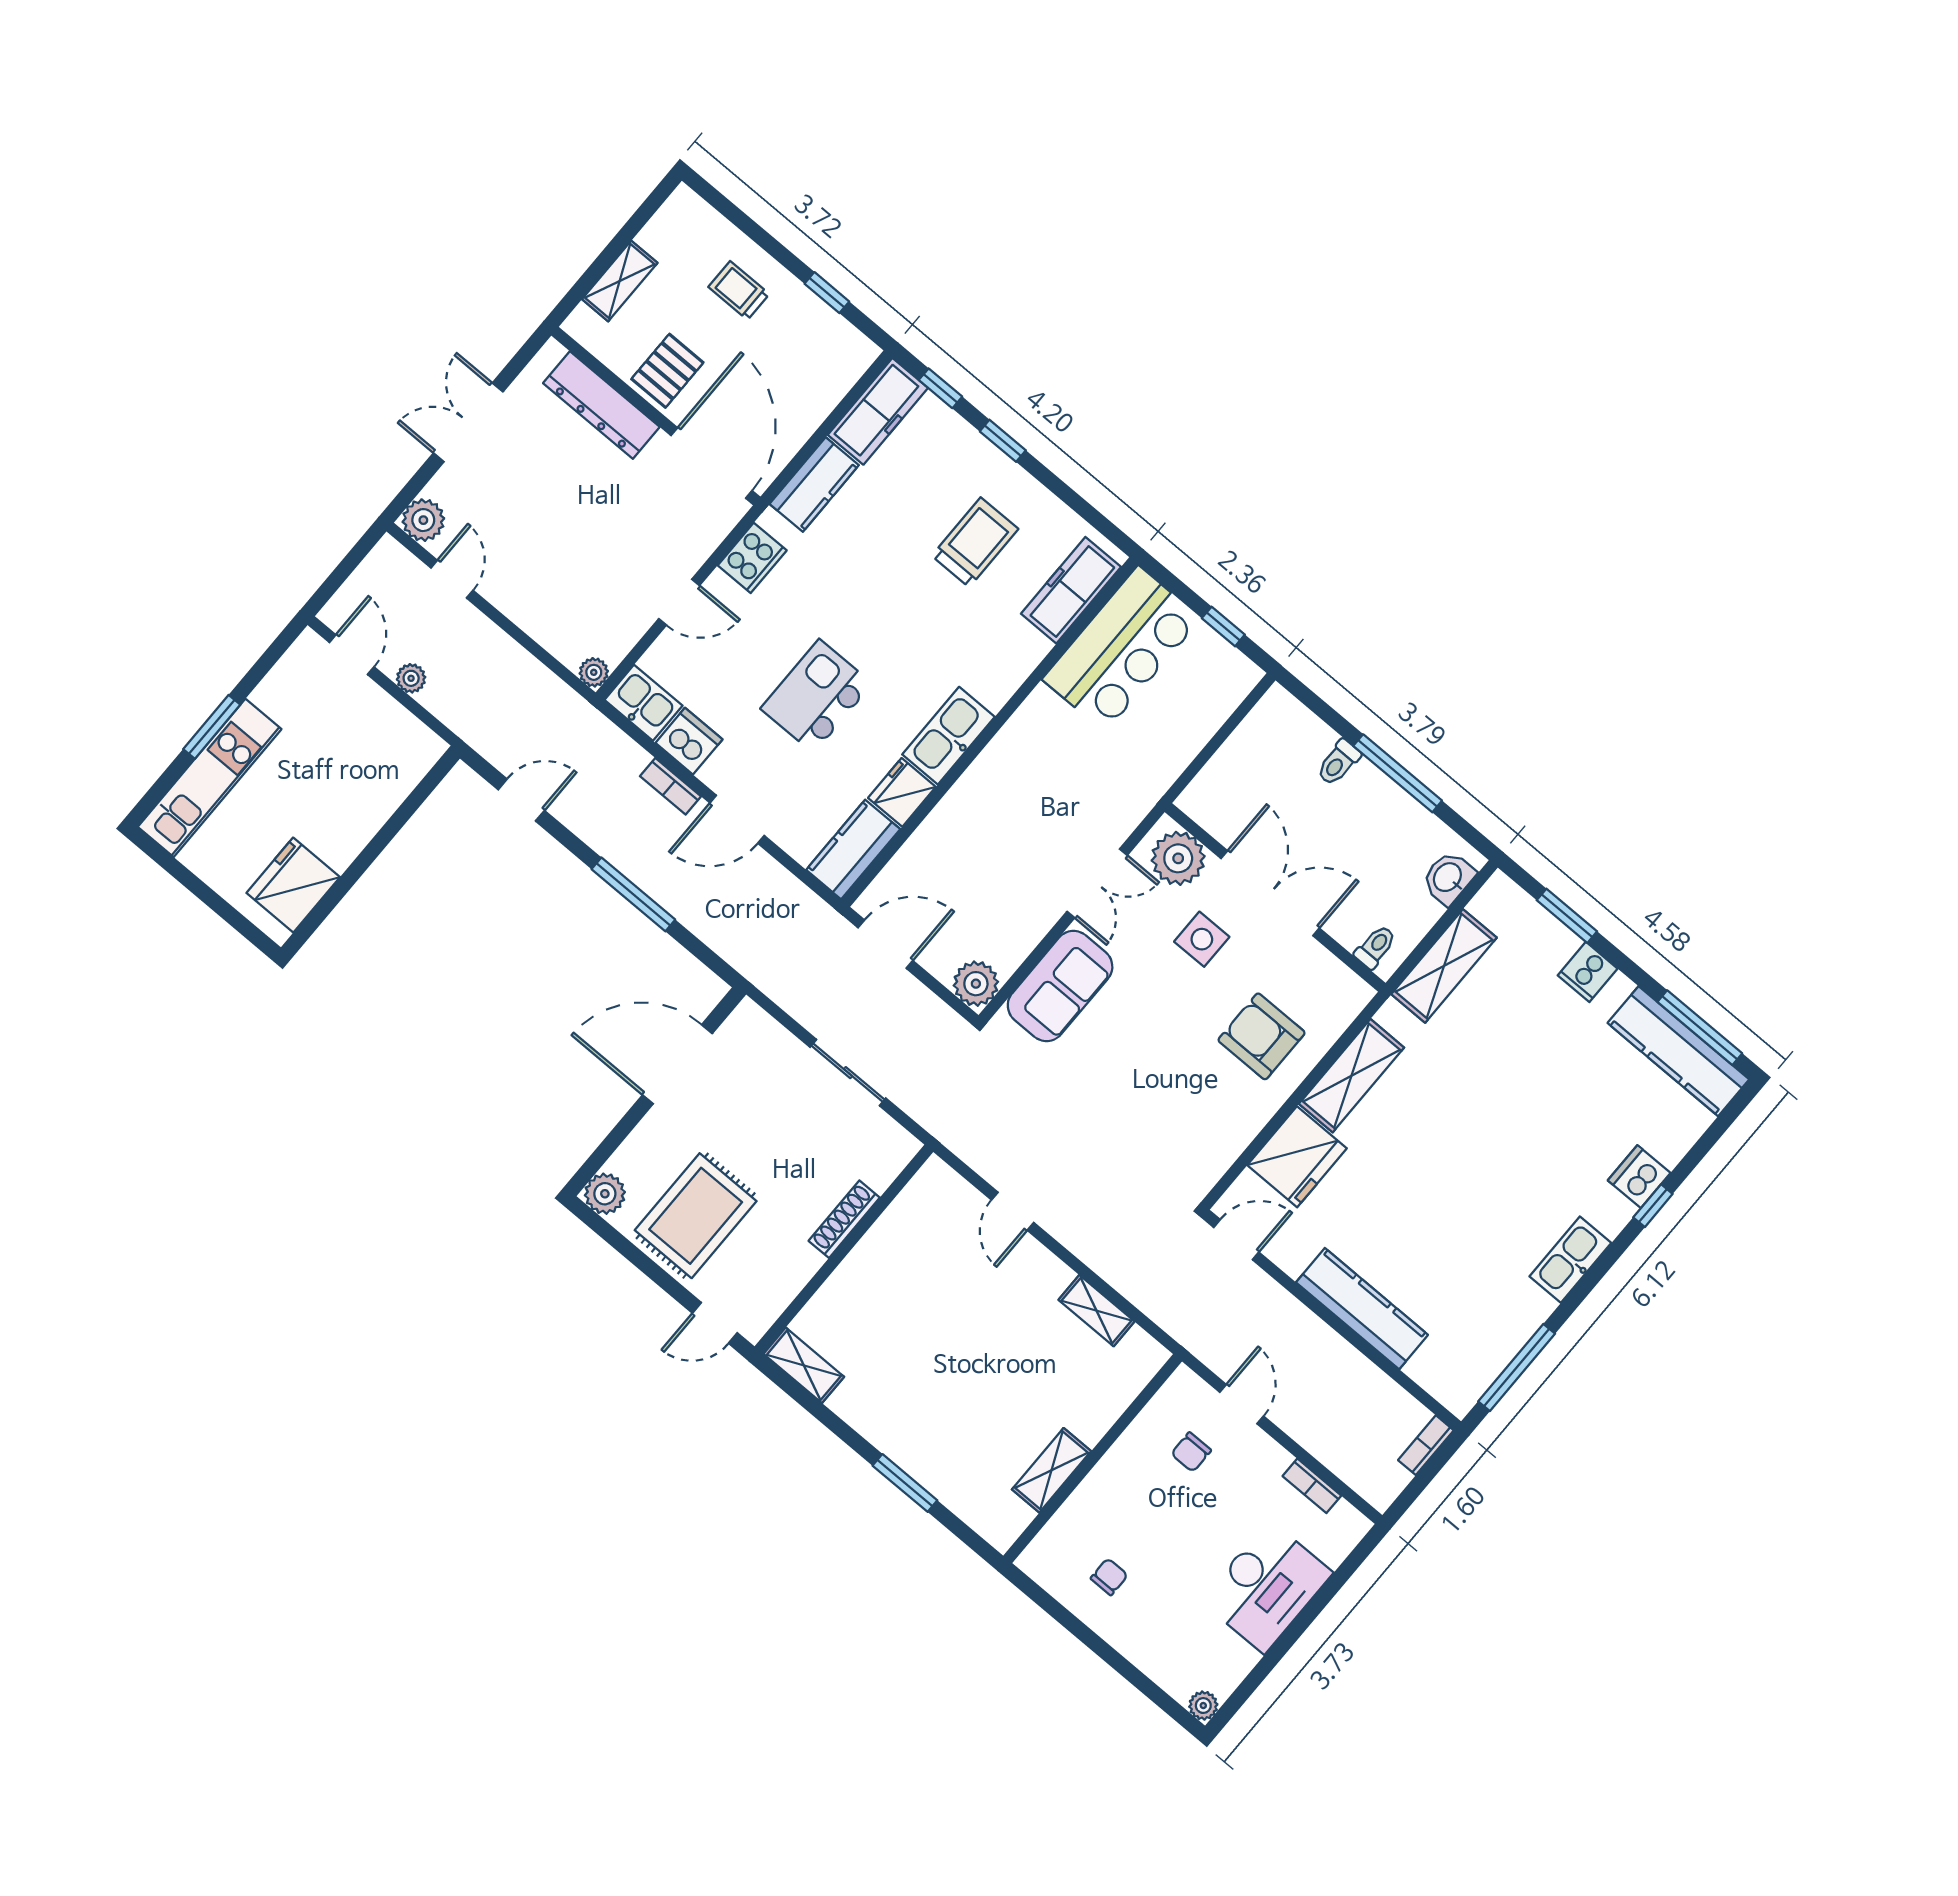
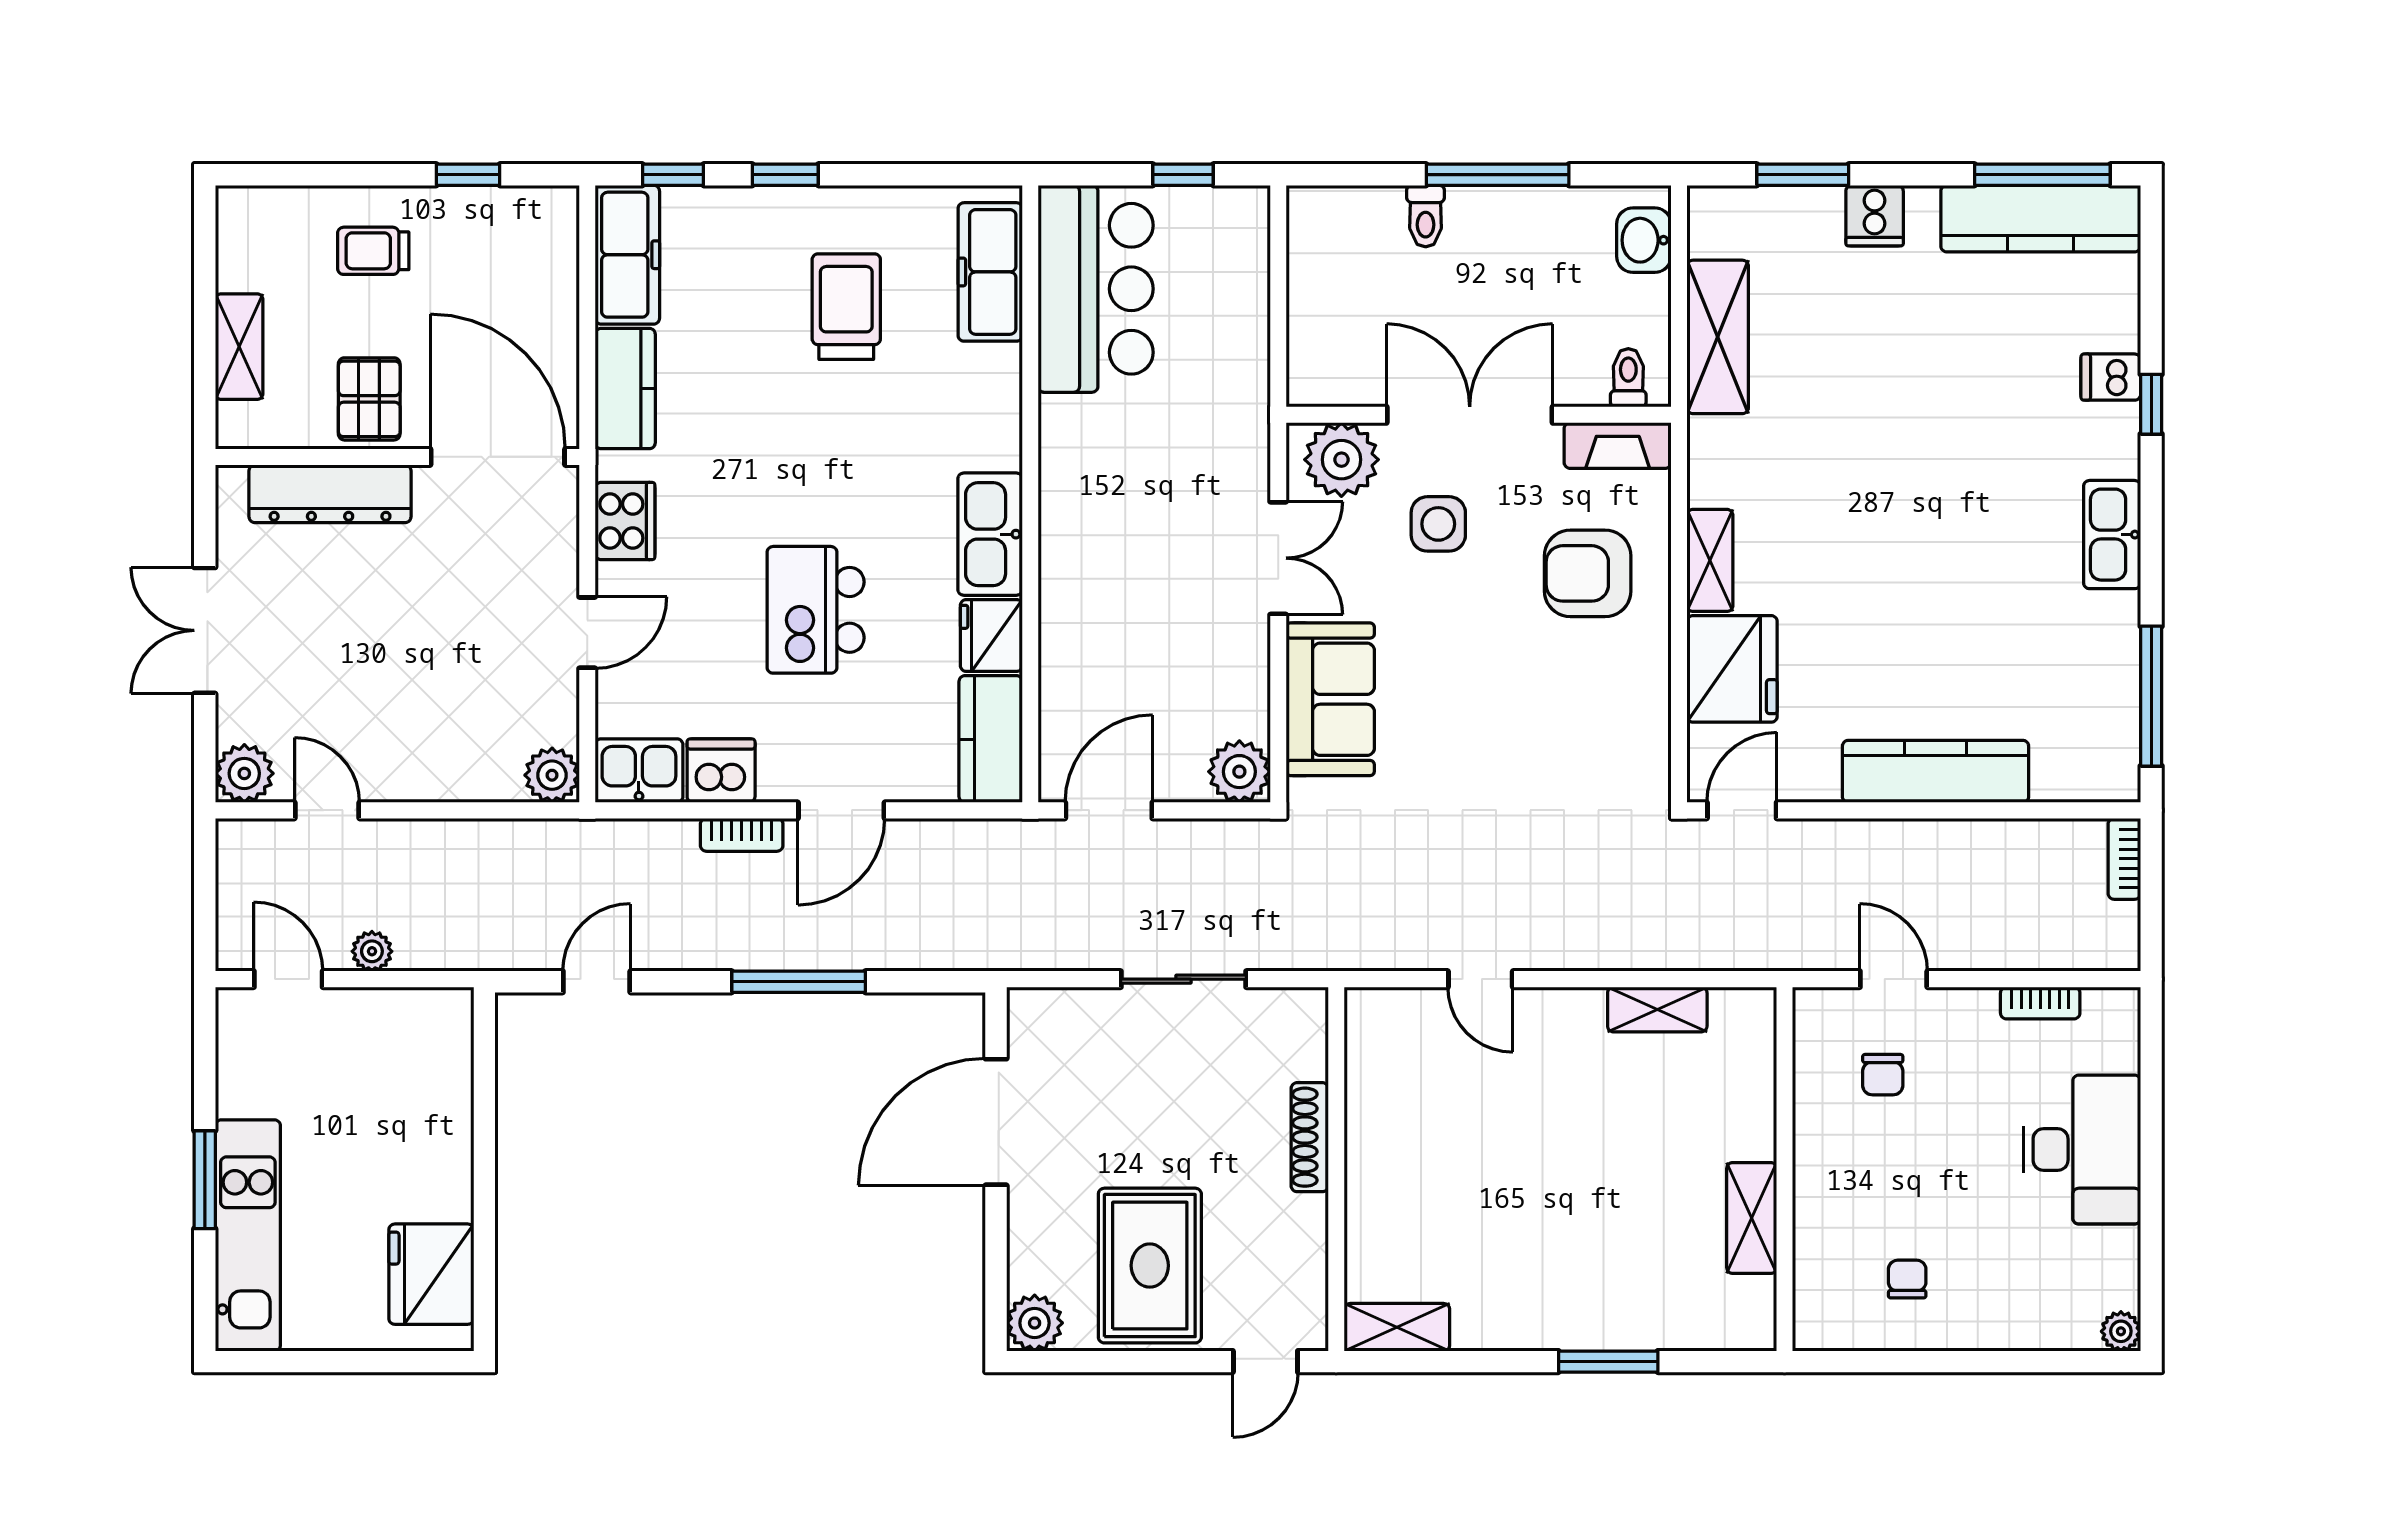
plant: (594, 672) -> (552, 775), width x1.38, depth x1.38
fireplace: (1338, 979) -> (1618, 446), added
shelving: (1352, 1076) -> (1710, 560), width x0.67, depth x0.75
dishwasher: (1639, 1177) -> (2111, 377), width x0.73

